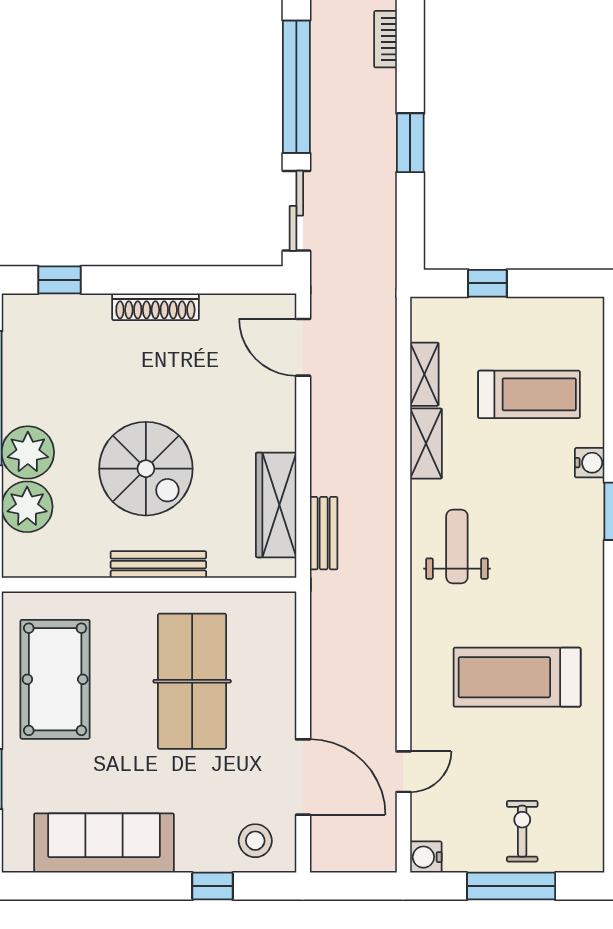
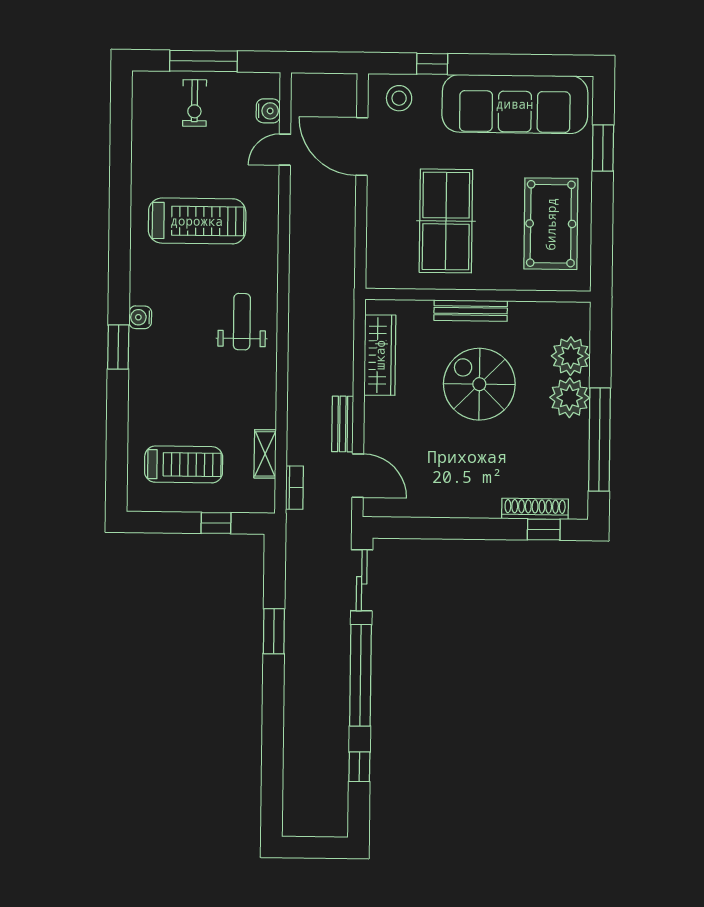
bookcase: (386, 39) -> (295, 488), moved
shoe rack: (155, 307) -> (535, 509), moved
treadmill: (529, 394) -> (184, 464), moved, turned 180
shelving: (426, 444) -> (265, 401), removed
water cooler: (590, 463) -> (140, 317), moved
bench: (324, 533) -> (343, 424), moved
weight bench: (457, 546) -> (242, 322), turned 180
sofa: (104, 843) -> (515, 104), width x1.36, depth x1.27
water cooler: (426, 857) -> (268, 111), moved

